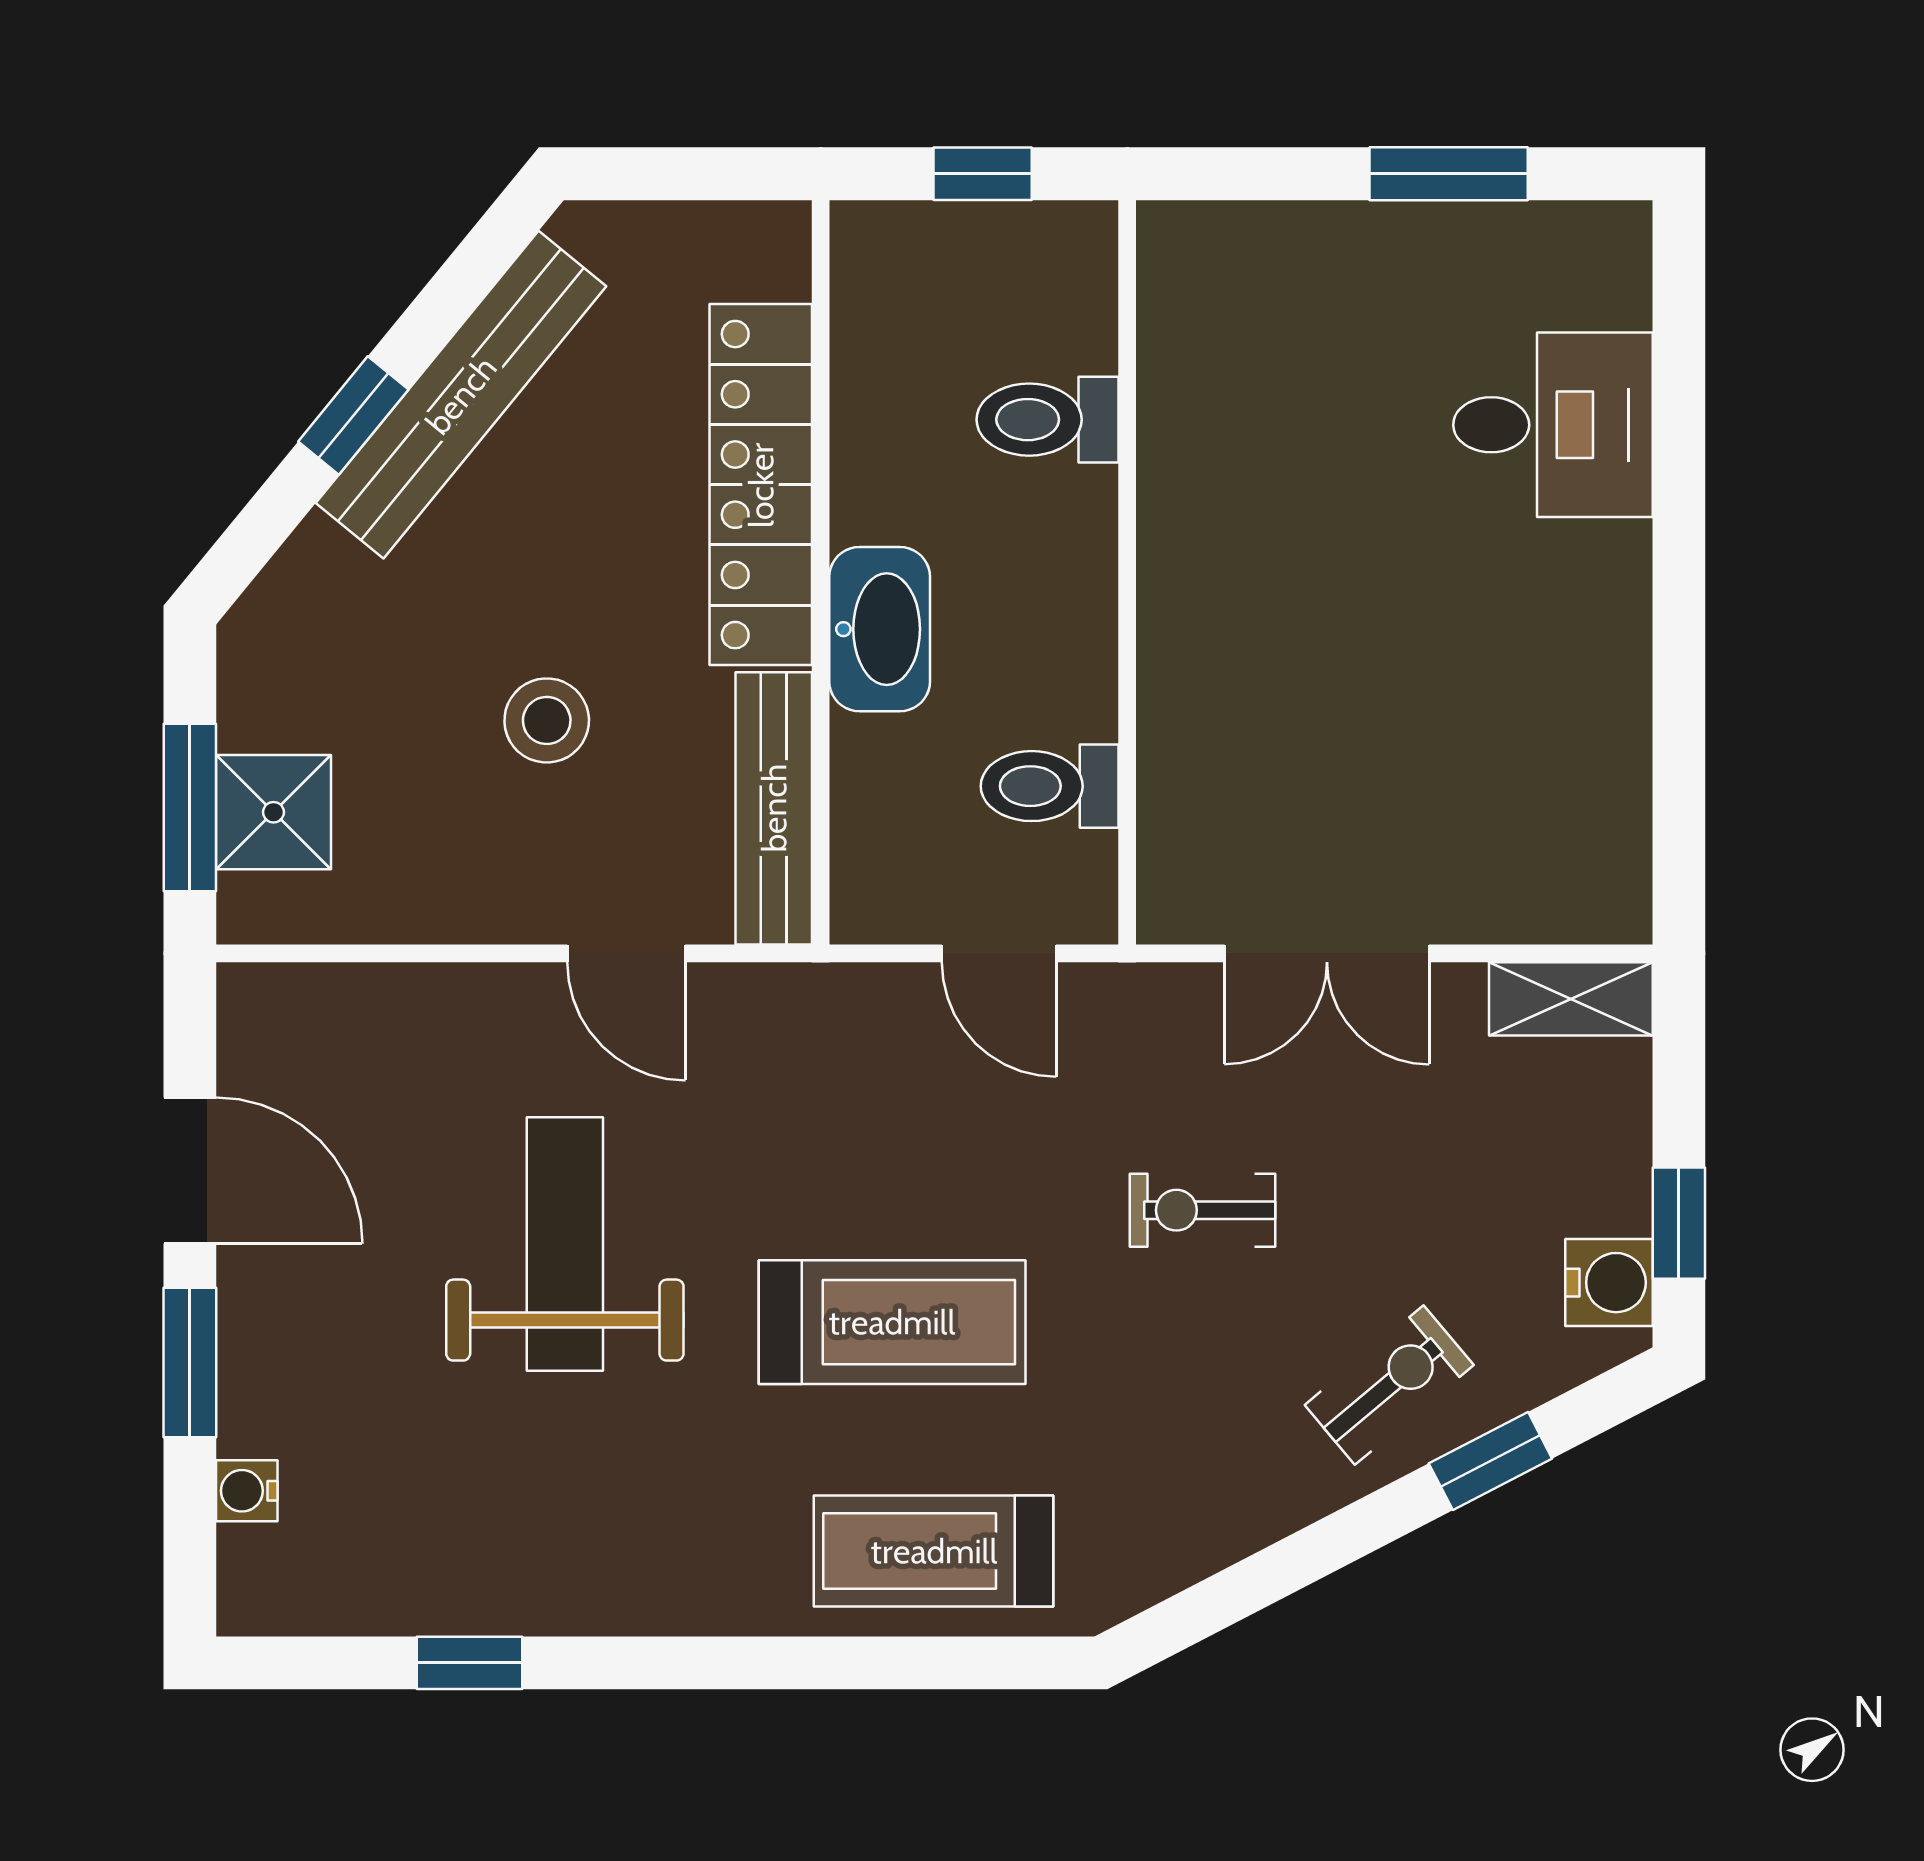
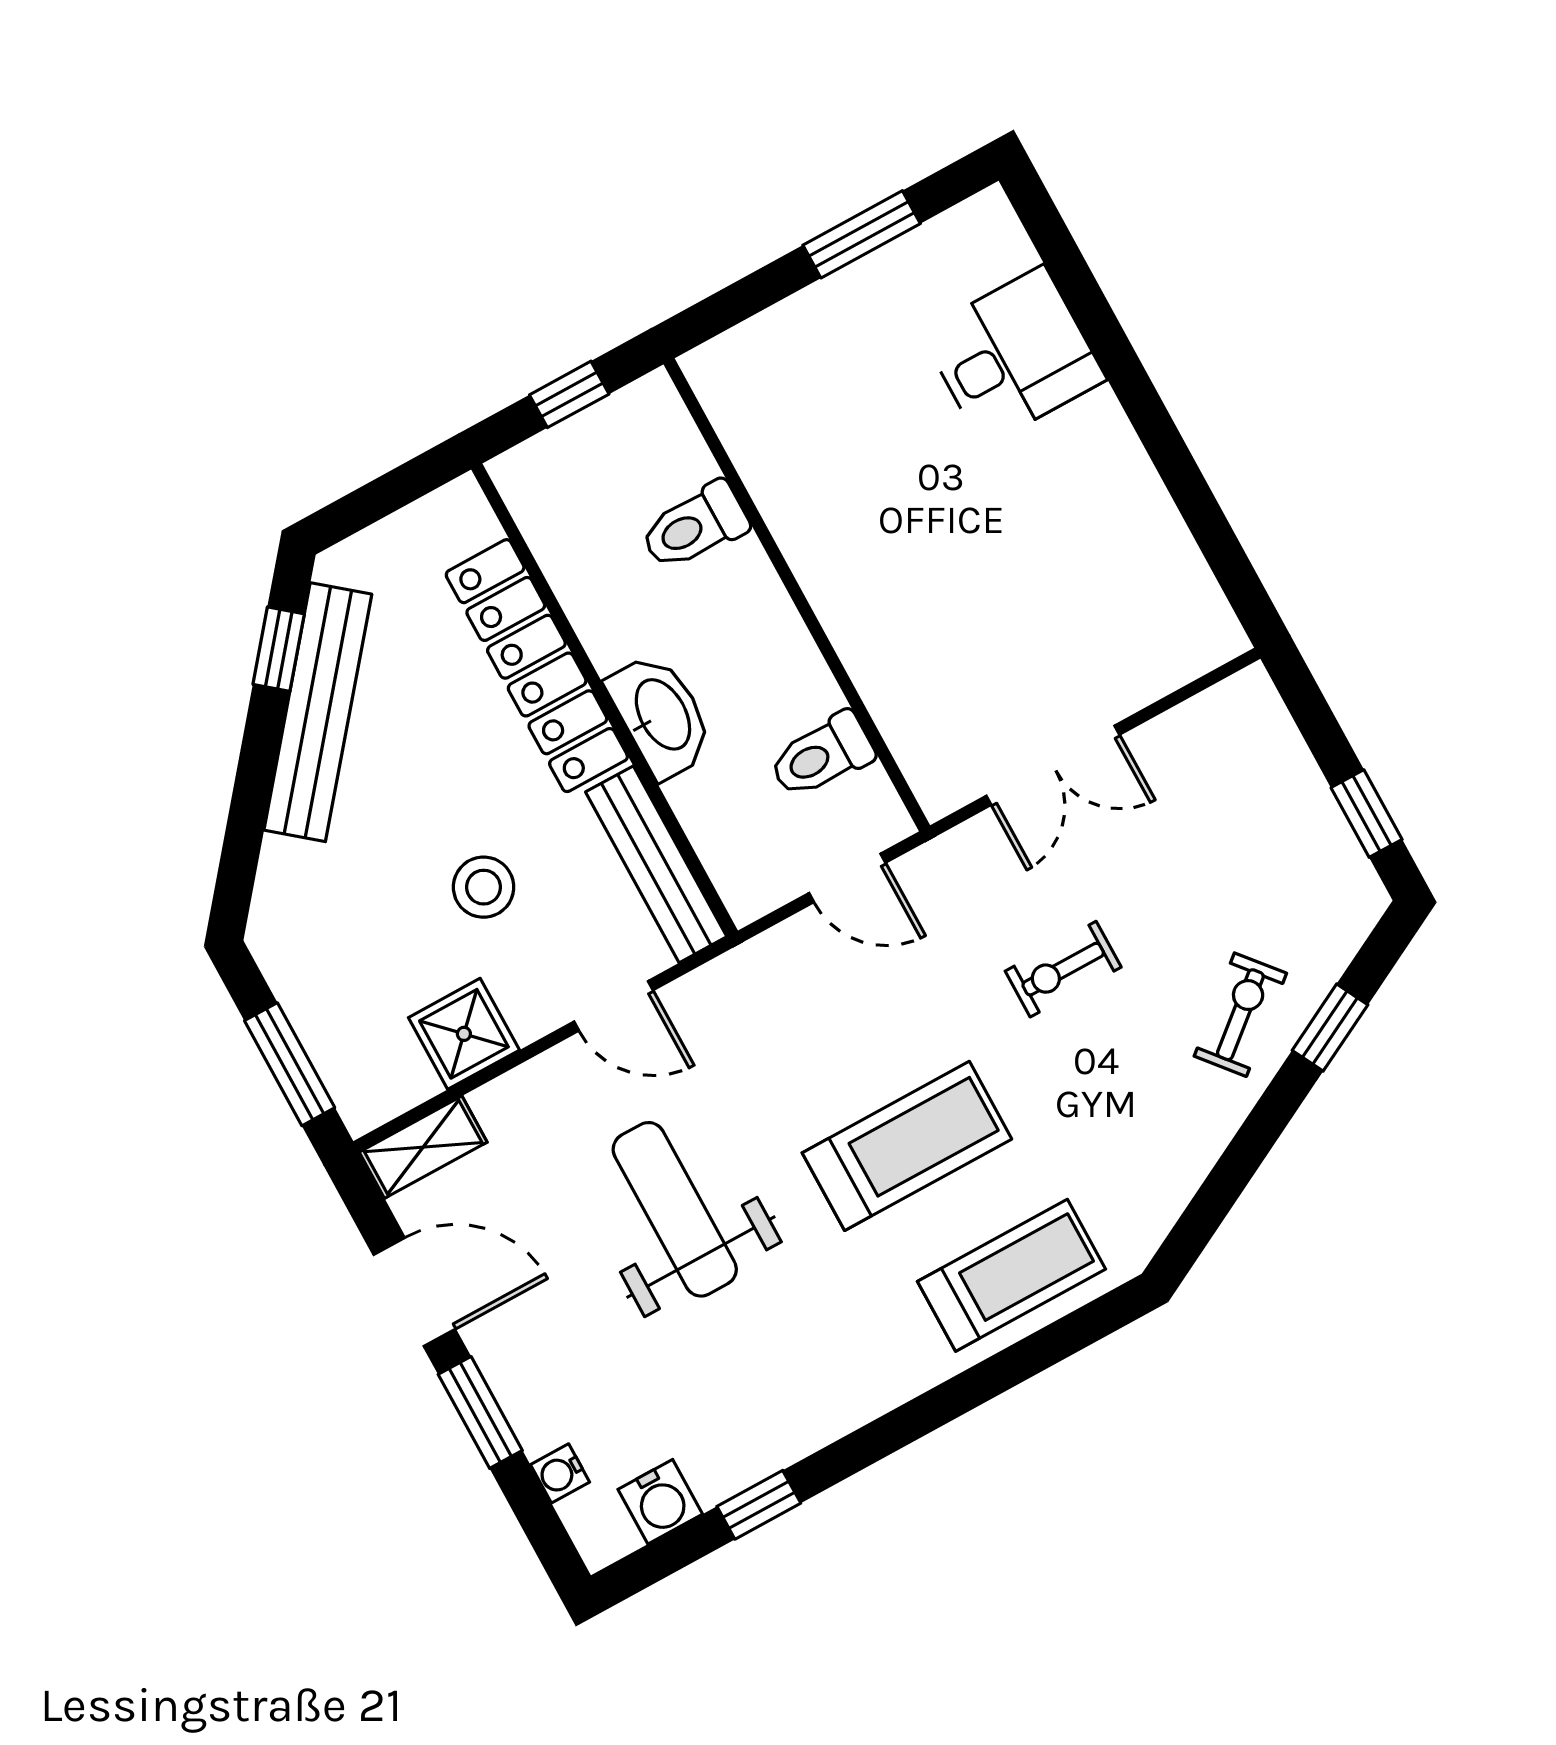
window: (353, 416) -> (279, 649), moved
shower: (274, 812) -> (464, 1034), moved
shelving: (1571, 999) -> (423, 1147), moved
water cooler: (1609, 1283) -> (660, 1502), moved, turned 90
treadmill: (934, 1551) -> (1012, 1275), turned 180

